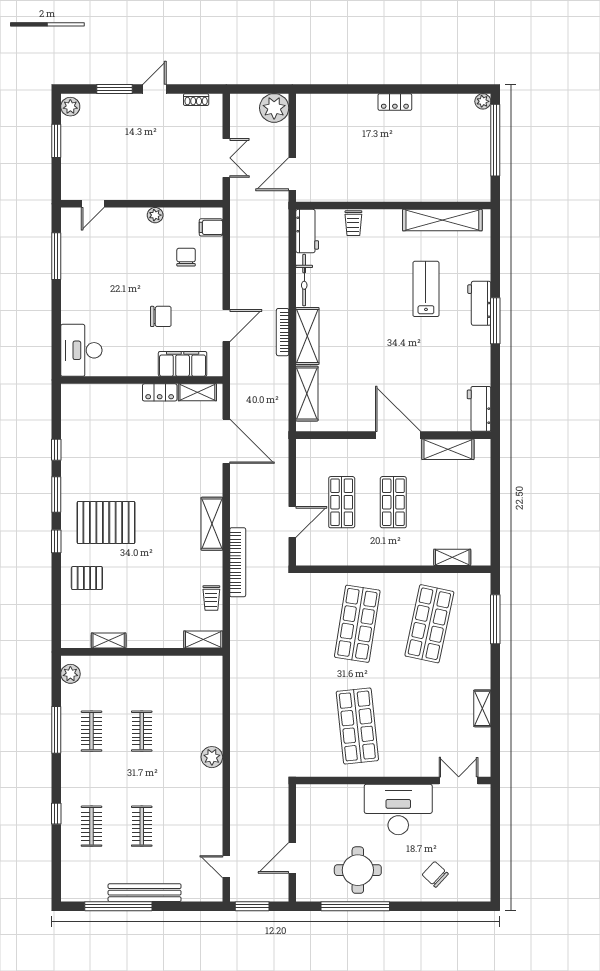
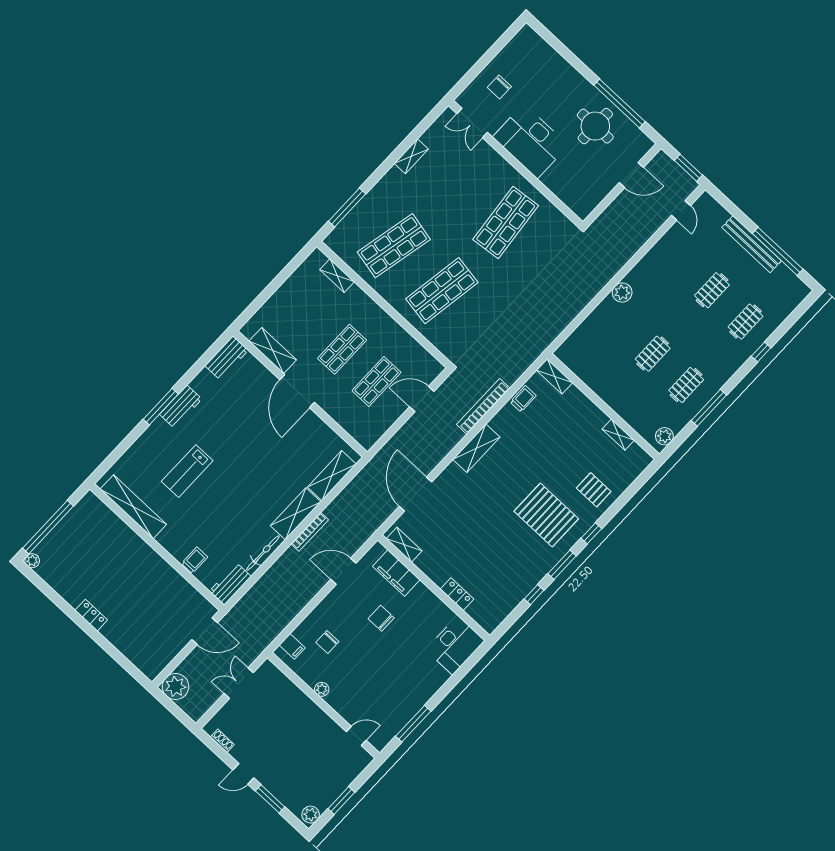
workbench: (479, 303) -> (181, 407), moved
locker: (160, 392) -> (457, 594), moved
chair: (435, 874) -> (499, 87), moved, turned 47

